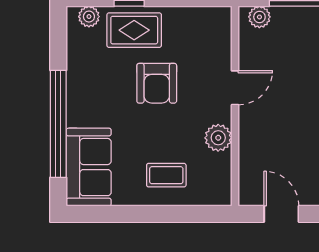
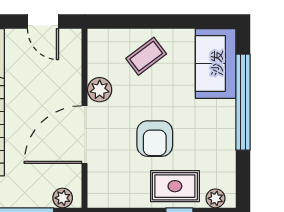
armchair: (157, 83) -> (155, 139), turned 180
door: (235, 88) -> (85, 135), width x1.88
coffee table: (166, 175) -> (146, 56), turned -37

